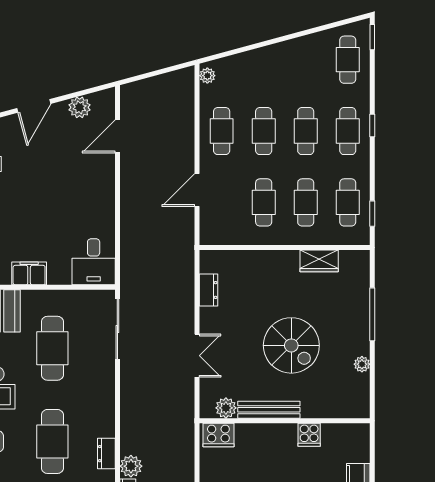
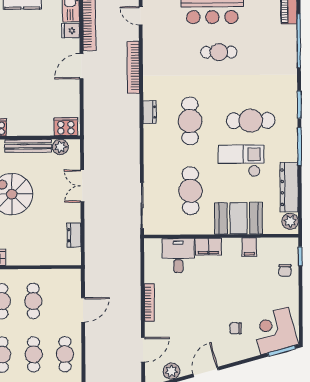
bookcase: (109, 199) -> (149, 303), added
desk: (94, 262) -> (178, 256), moved
plant: (131, 466) -> (131, 103), removed

